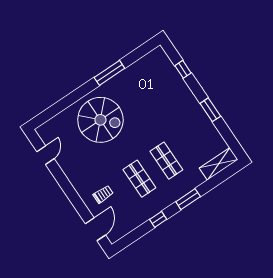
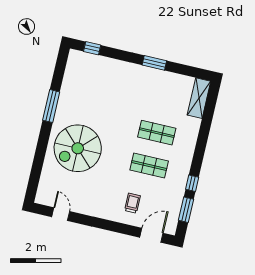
window: (183, 69) -> (92, 48), moved
spiral stairs: (100, 120) -> (78, 148), turned 180
window: (188, 199) -> (186, 210), moved
door: (95, 229) -> (151, 235), hinge flipped

